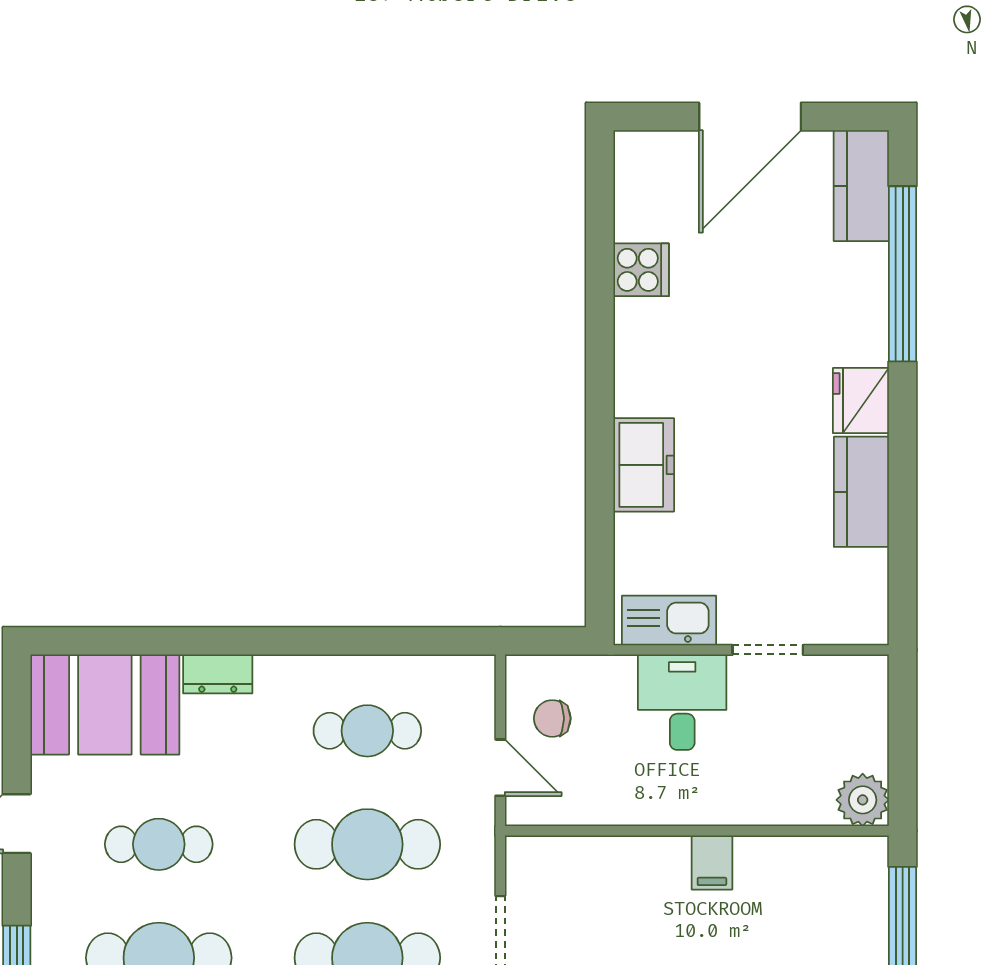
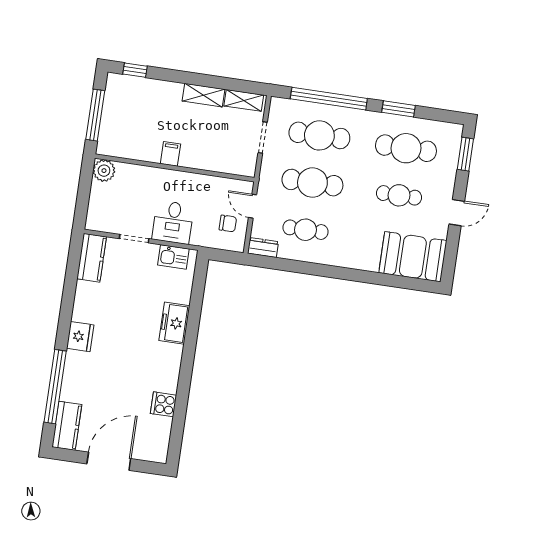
kitchen counter: (861, 492) -> (92, 258), moved
kitchen sink: (669, 621) -> (173, 257), width x0.73
dresser: (218, 674) -> (263, 248), moved

